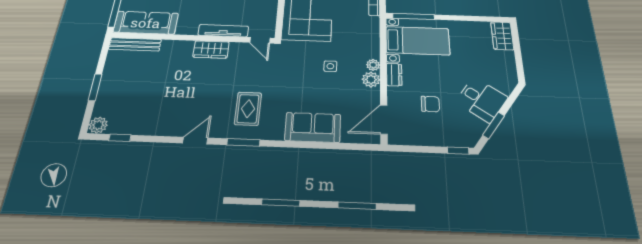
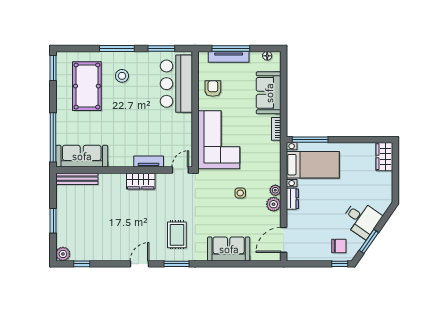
tv unit: (223, 31) -> (149, 162), width x0.71
door: (260, 40) -> (180, 170), swing flipped
chair: (430, 104) -> (339, 246), moved

